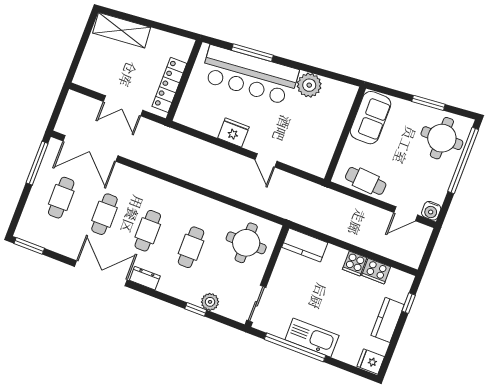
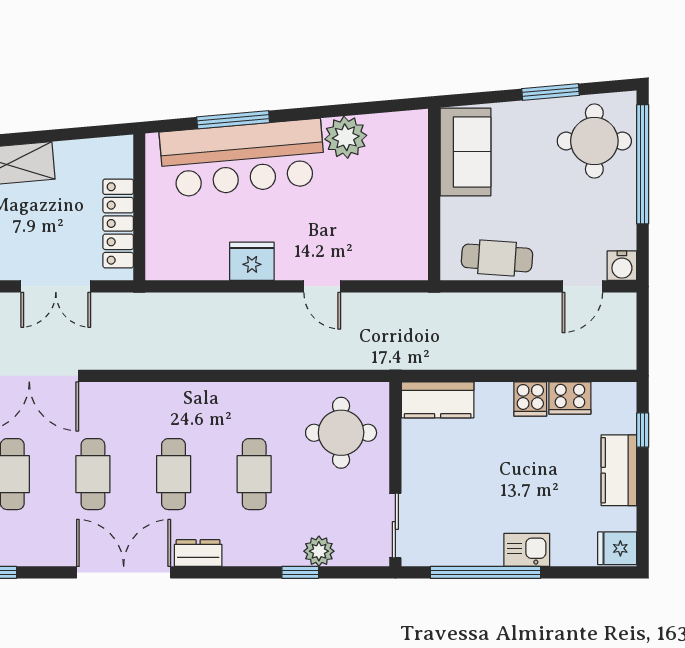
kitchen sink: (312, 338) -> (527, 550), width x0.53, depth x0.81

